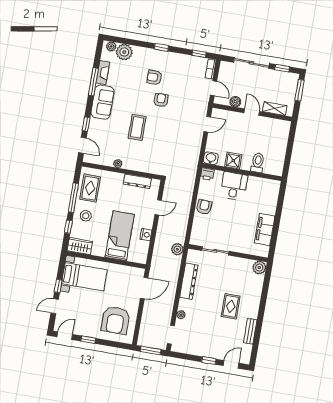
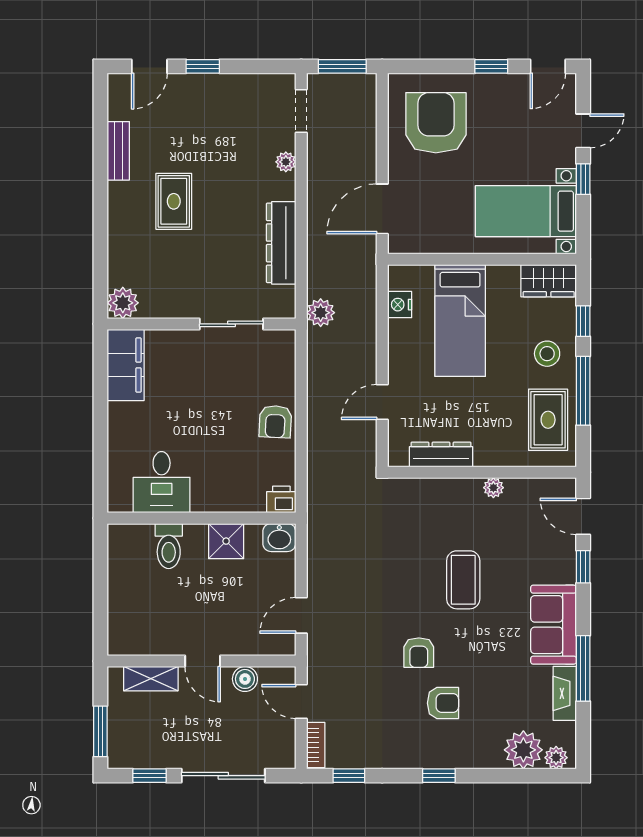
desk: (234, 186) -> (162, 482), moved
filing cabinet: (265, 230) -> (126, 365), moved
nightstand: (146, 235) -> (400, 305), moved

